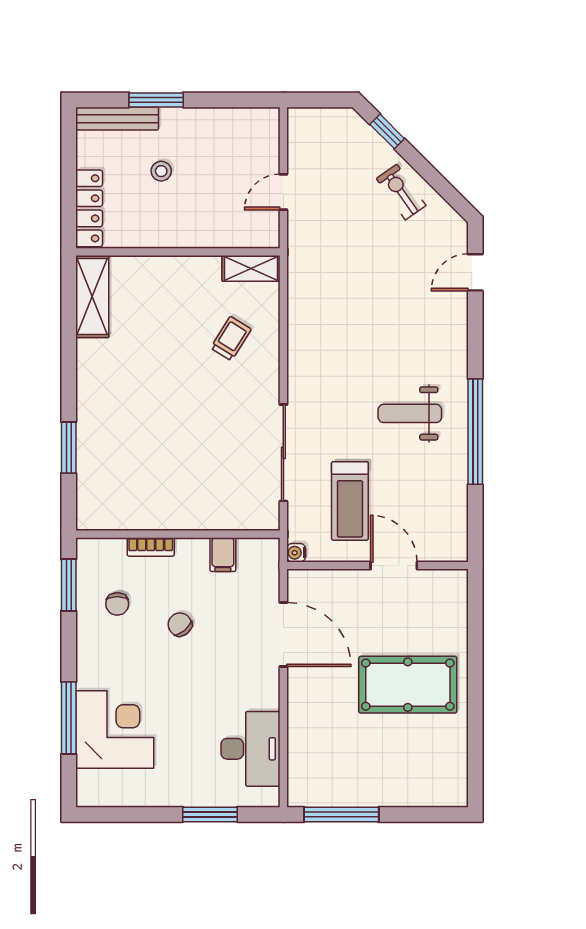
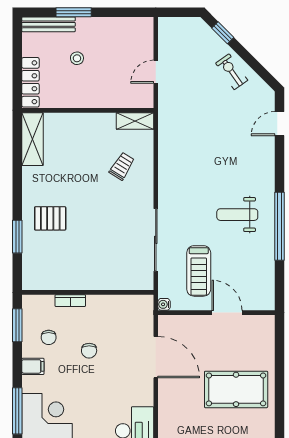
pallet: (120, 419) -> (50, 218), added
filing cabinet: (223, 555) -> (33, 366), moved, turned -90
chair: (180, 625) -> (89, 351), turned -141

